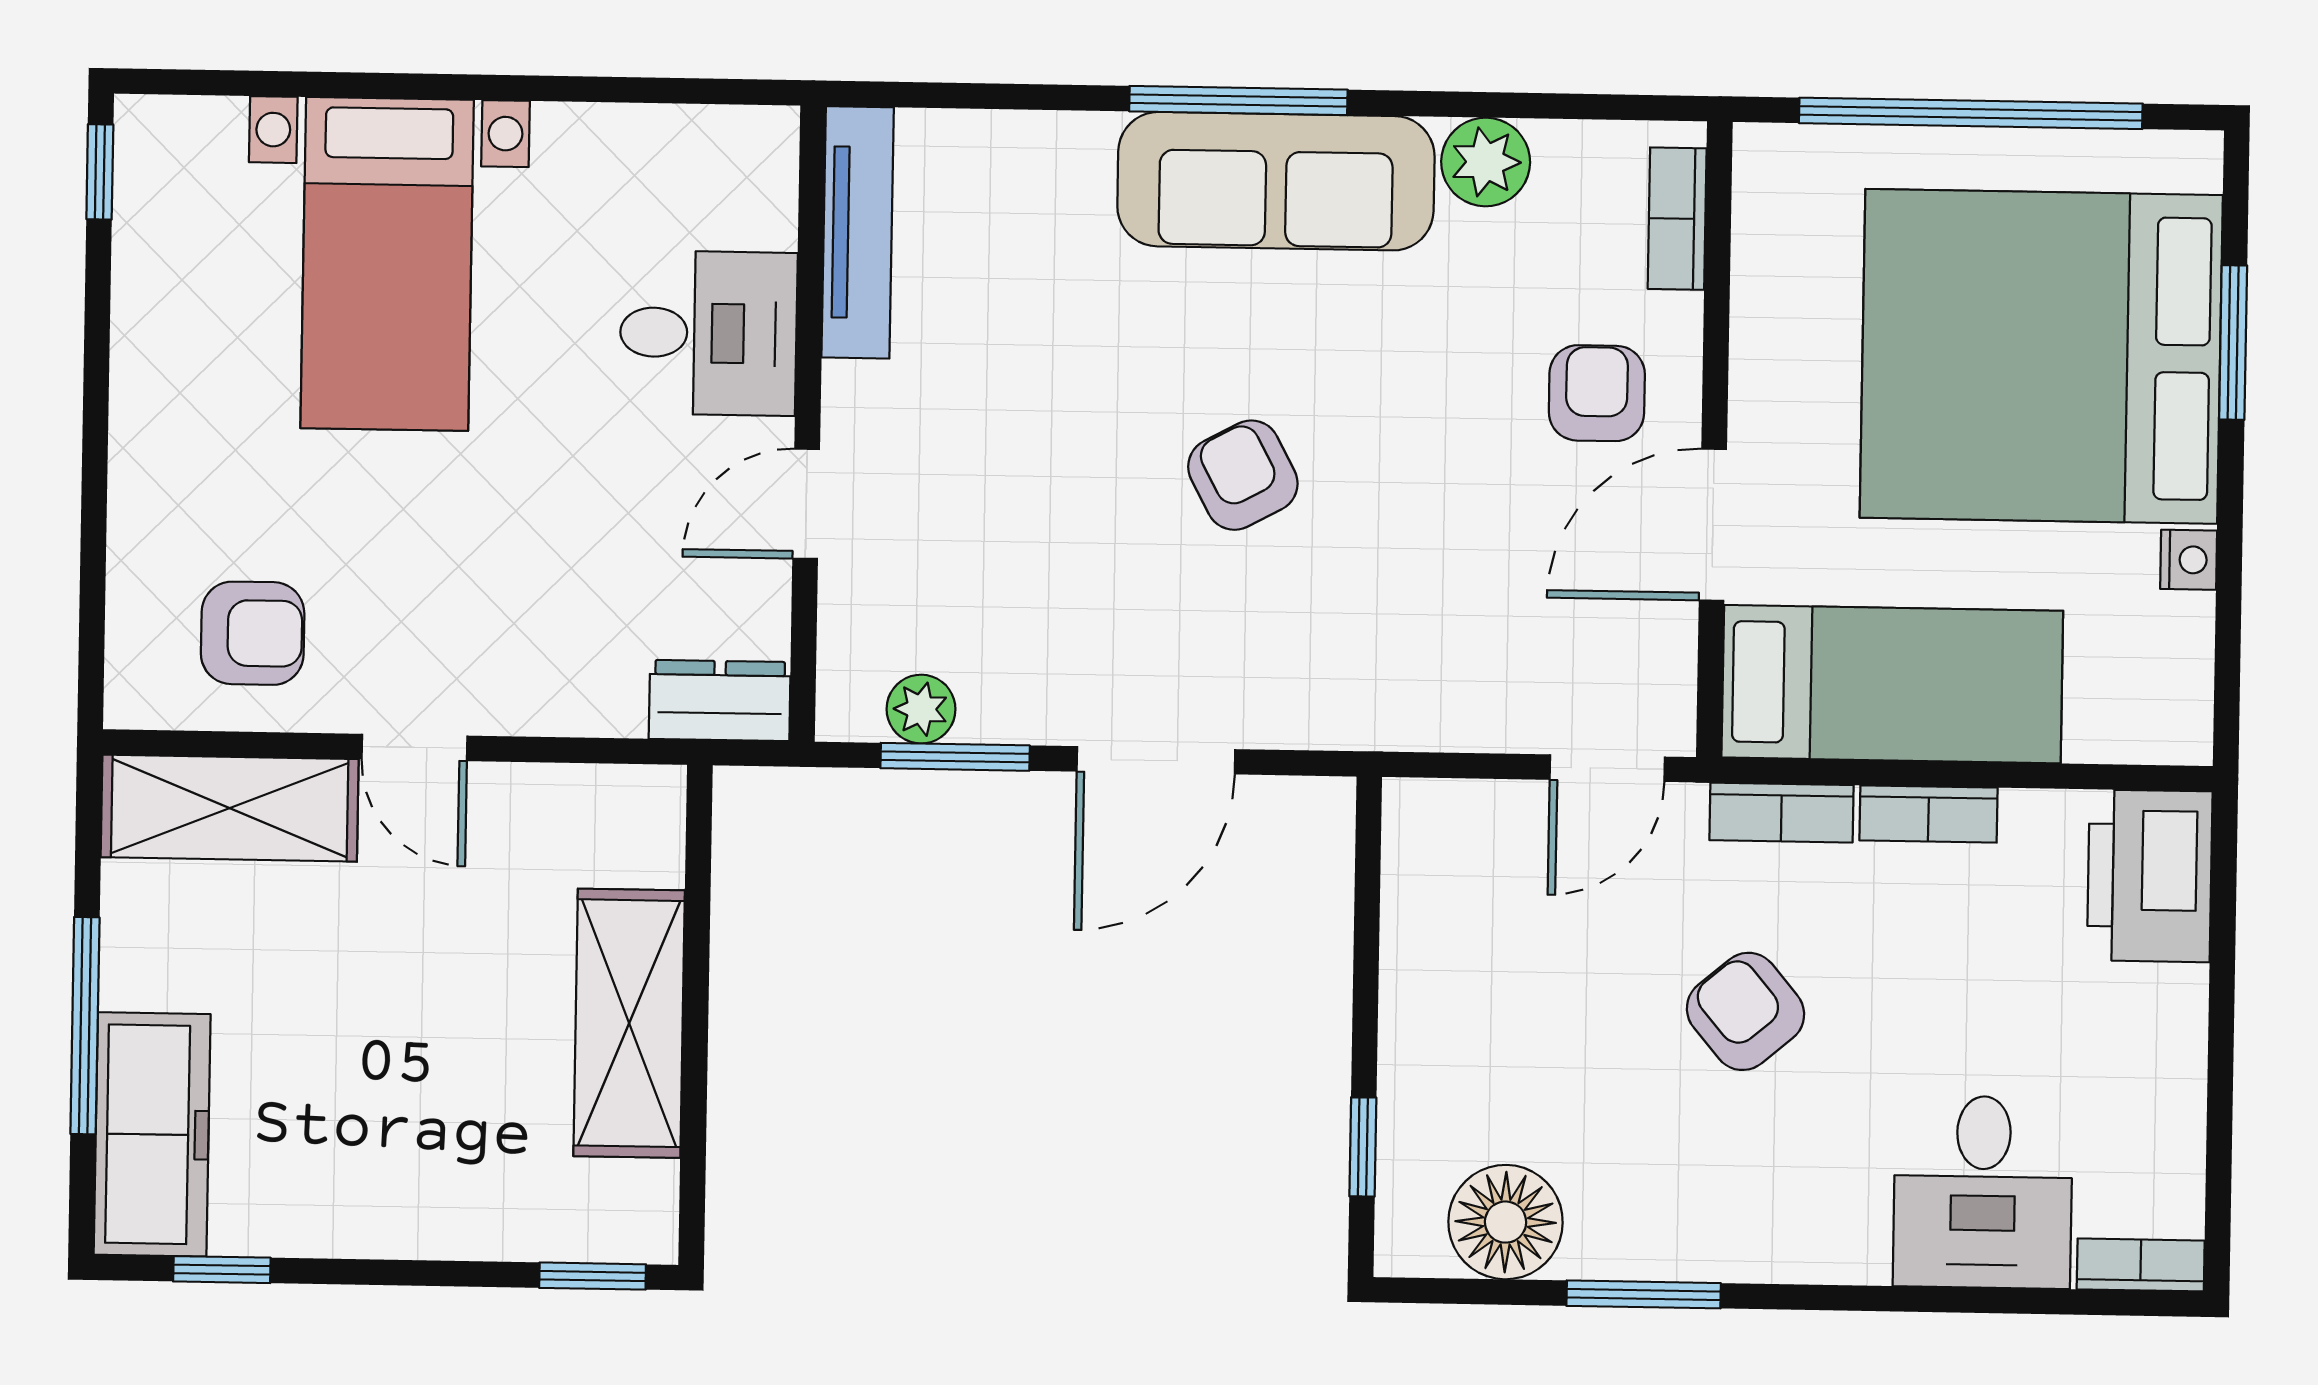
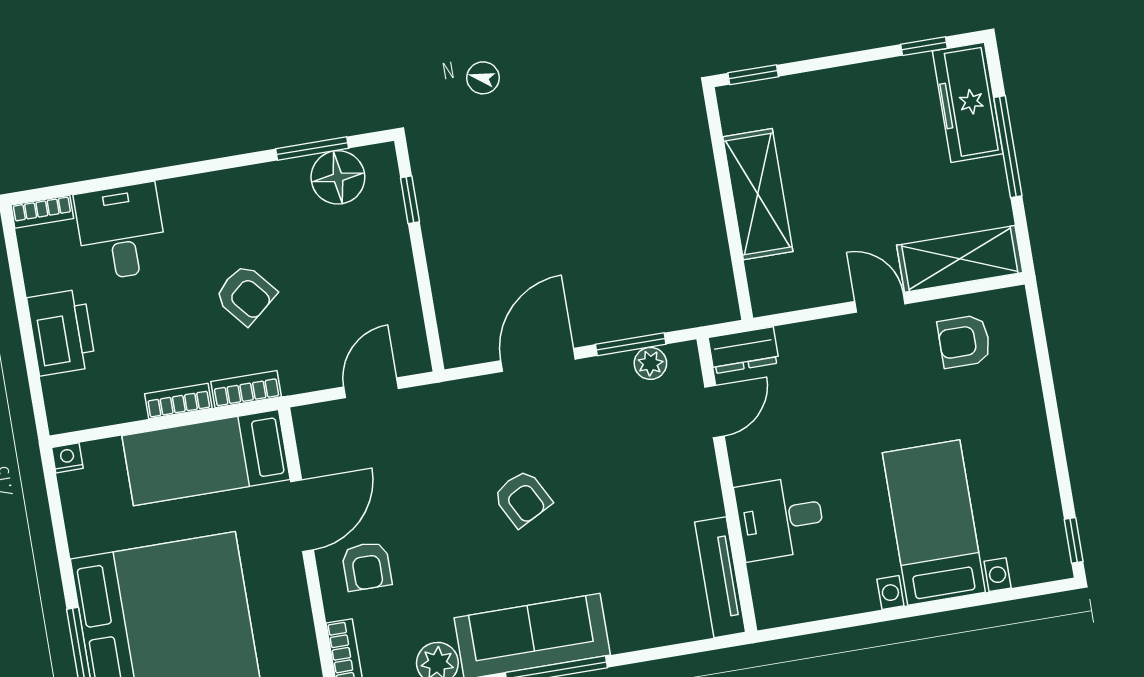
door: (806, 504) -> (715, 412), moved
nightstand: (2189, 560) -> (67, 458), moved, turned 90
door: (1607, 768) -> (371, 388), moved
printer: (2150, 876) -> (61, 332), moved
window: (1644, 1294) -> (312, 149), moved

